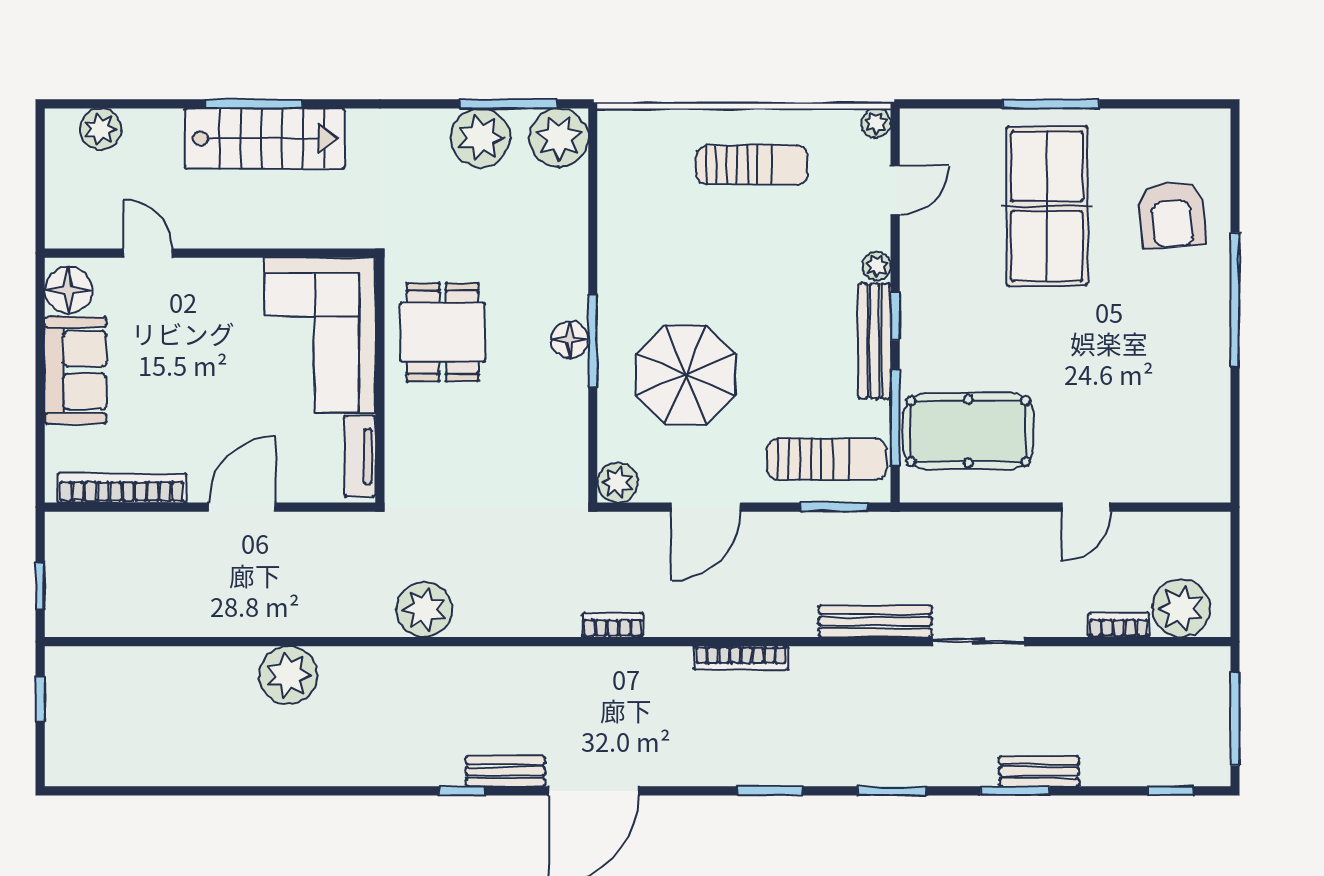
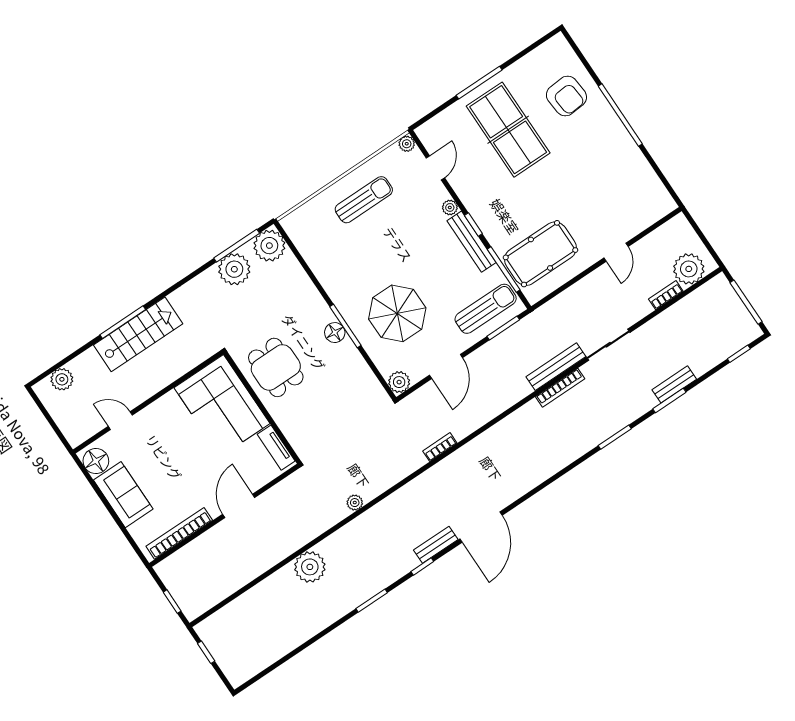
plant: (424, 609) -> (355, 503), width x0.53, depth x0.53
bookcase: (741, 658) -> (560, 388), moved
window: (770, 791) -> (372, 601), moved

